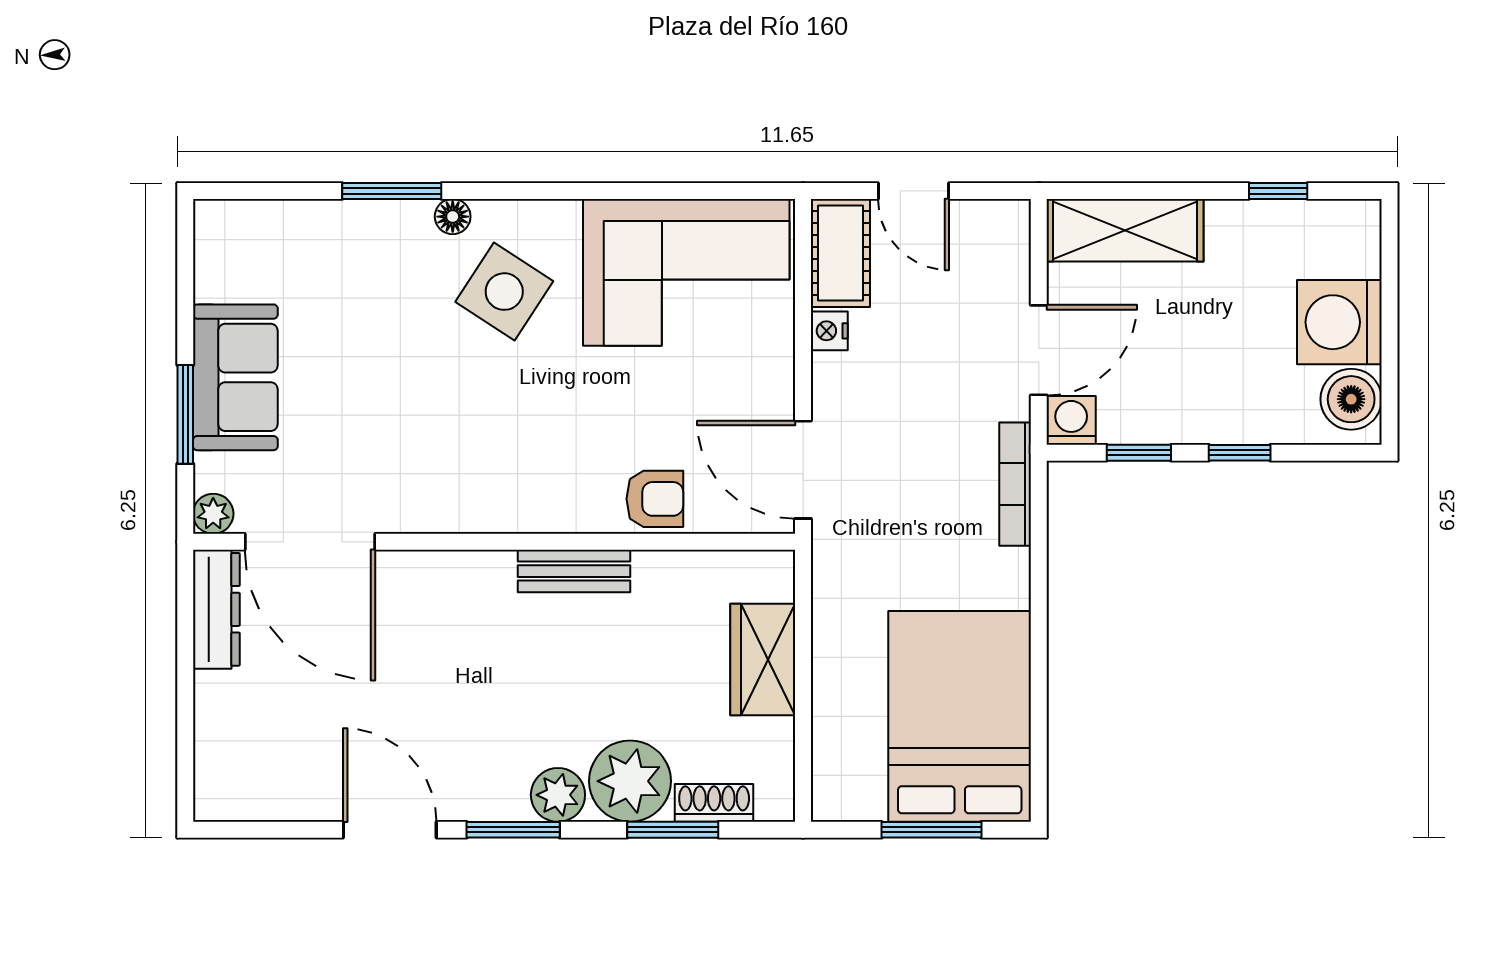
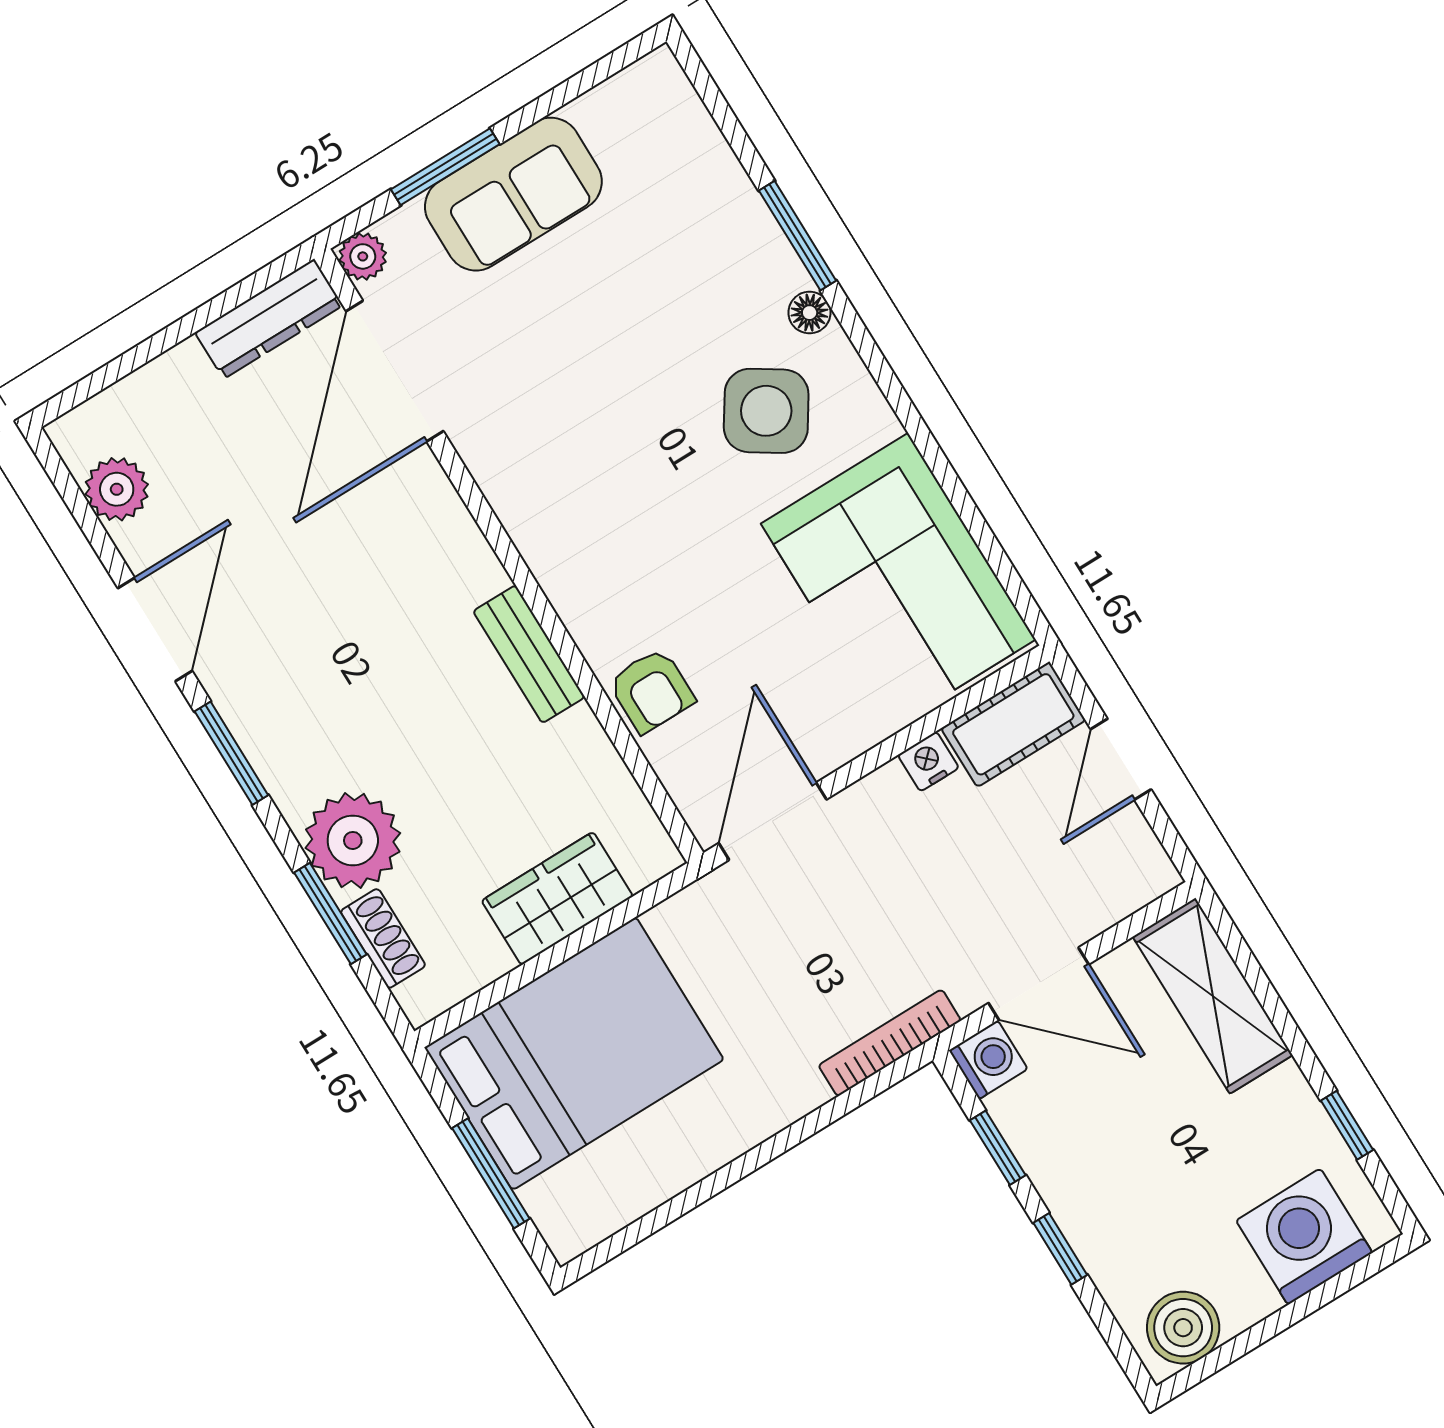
washing machine: (1339, 322) -> (1304, 1237), moved
bed: (960, 716) -> (574, 1054), moved
plant: (558, 795) -> (117, 489), moved

